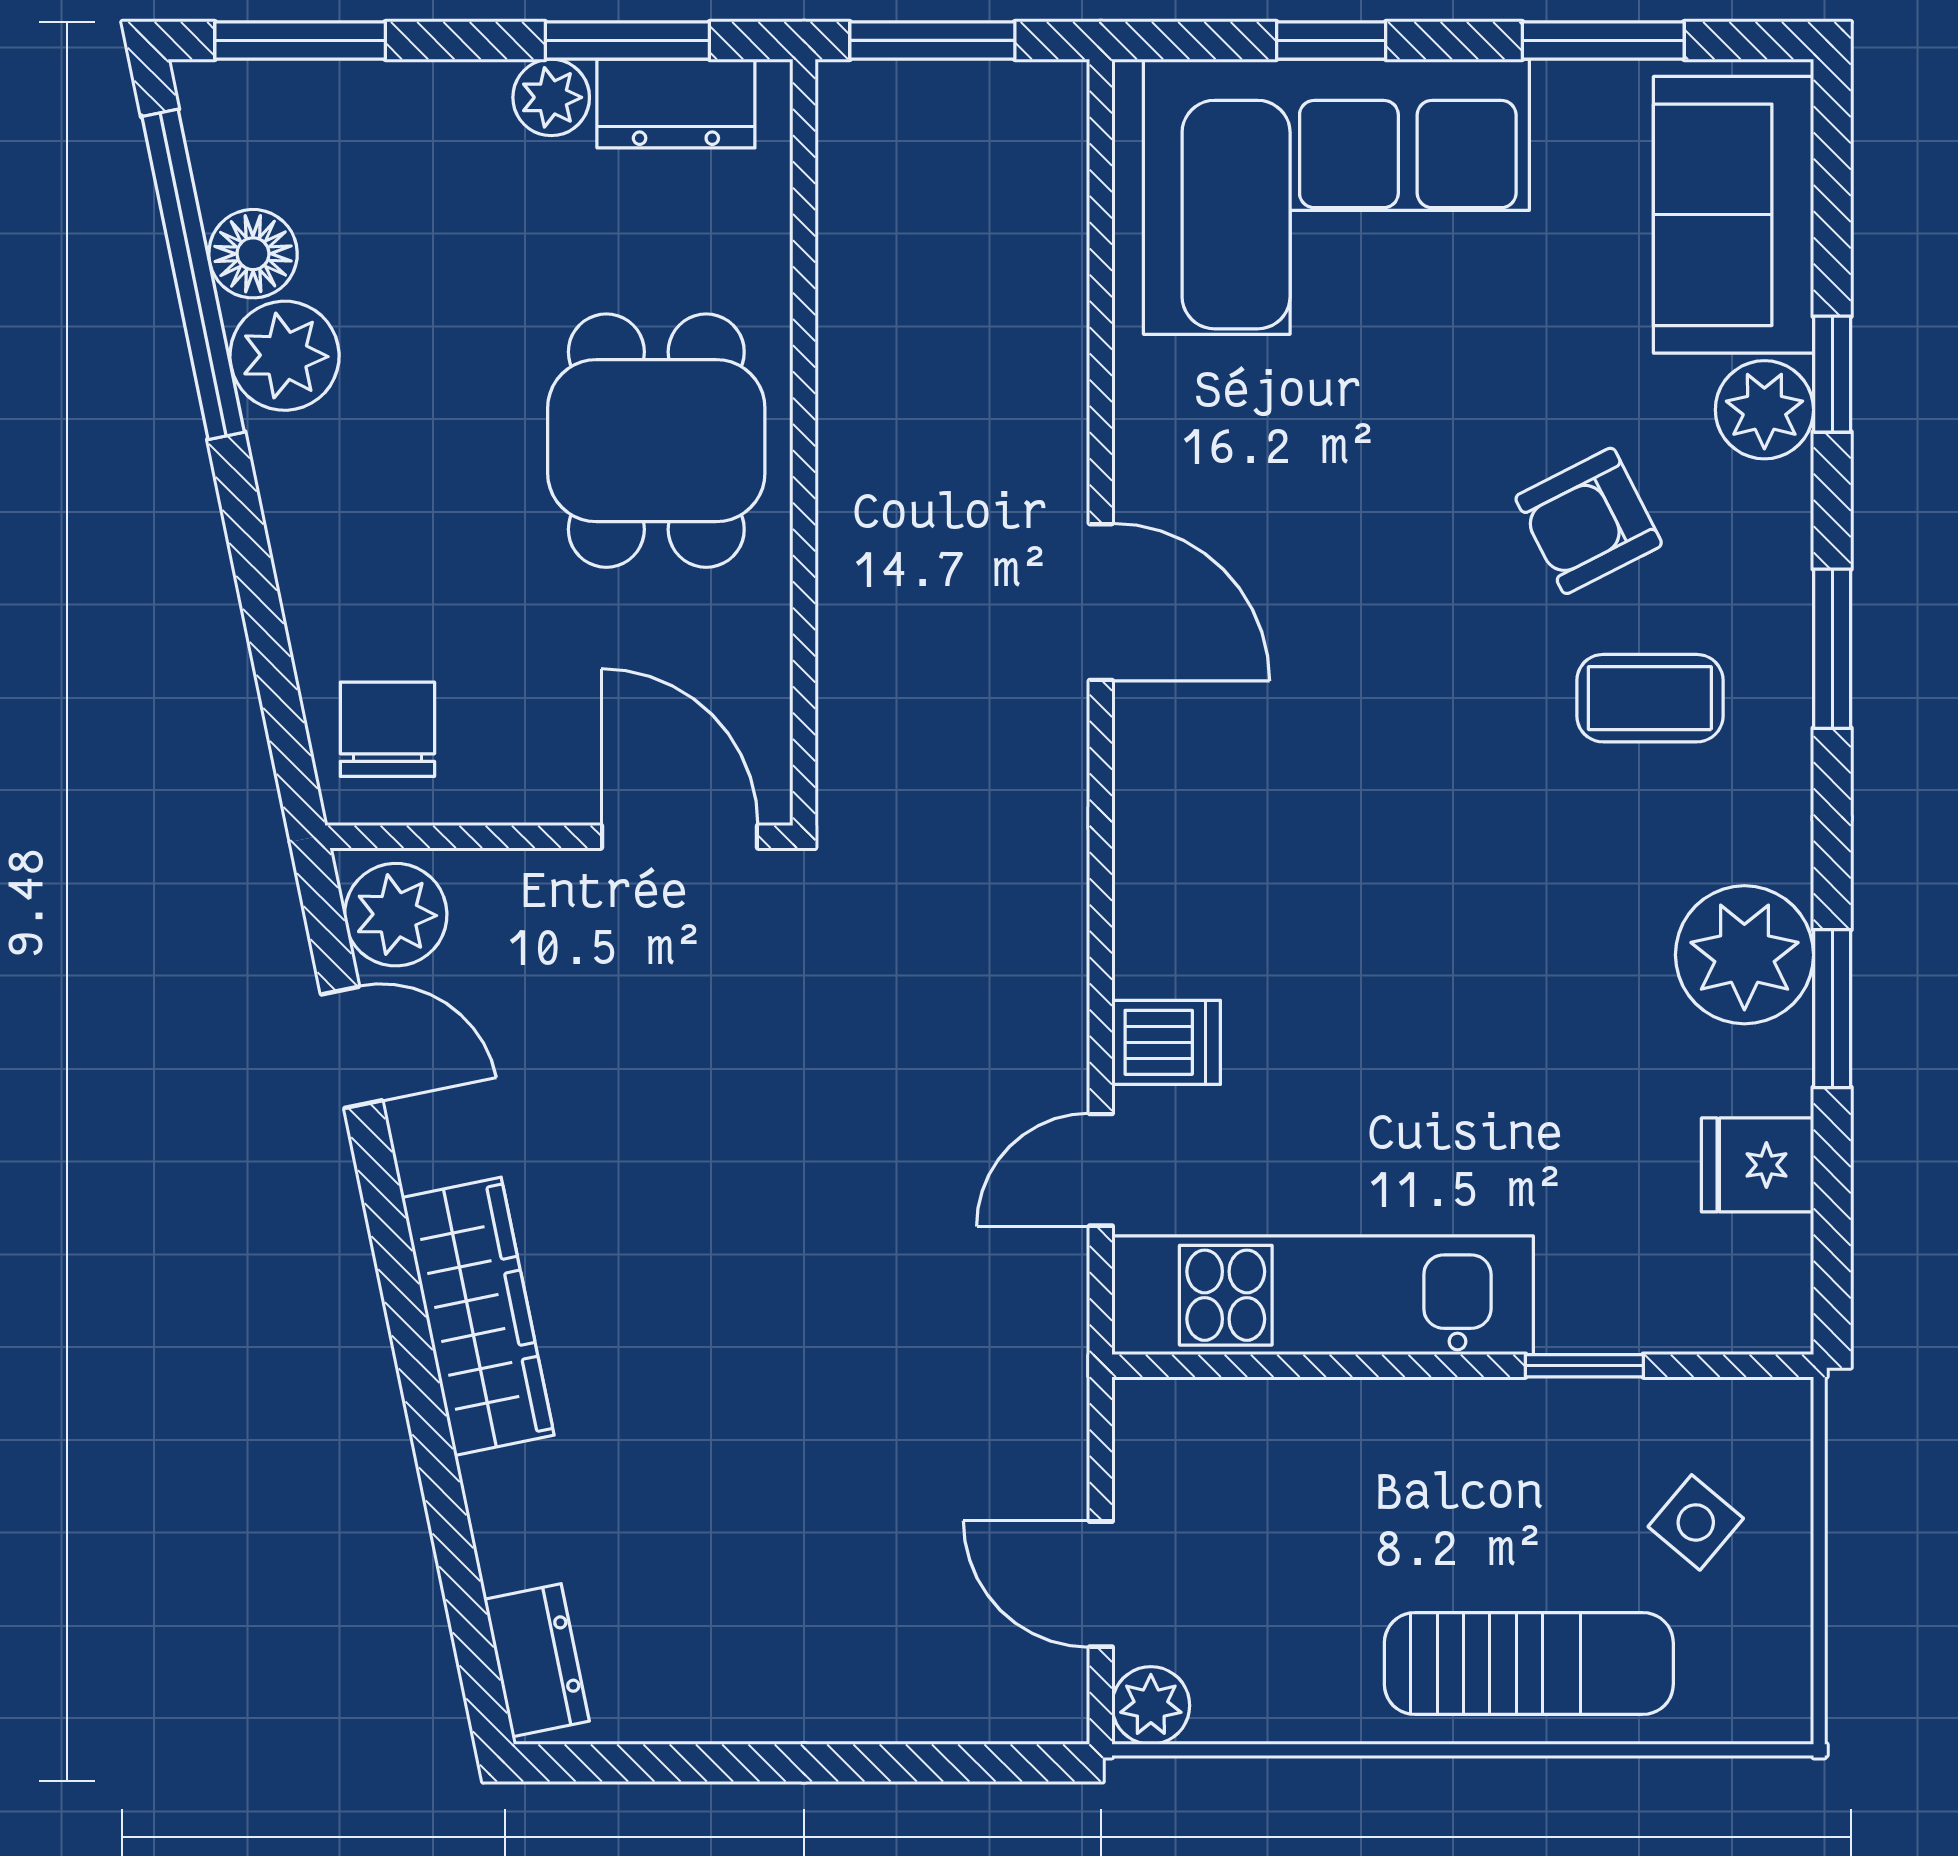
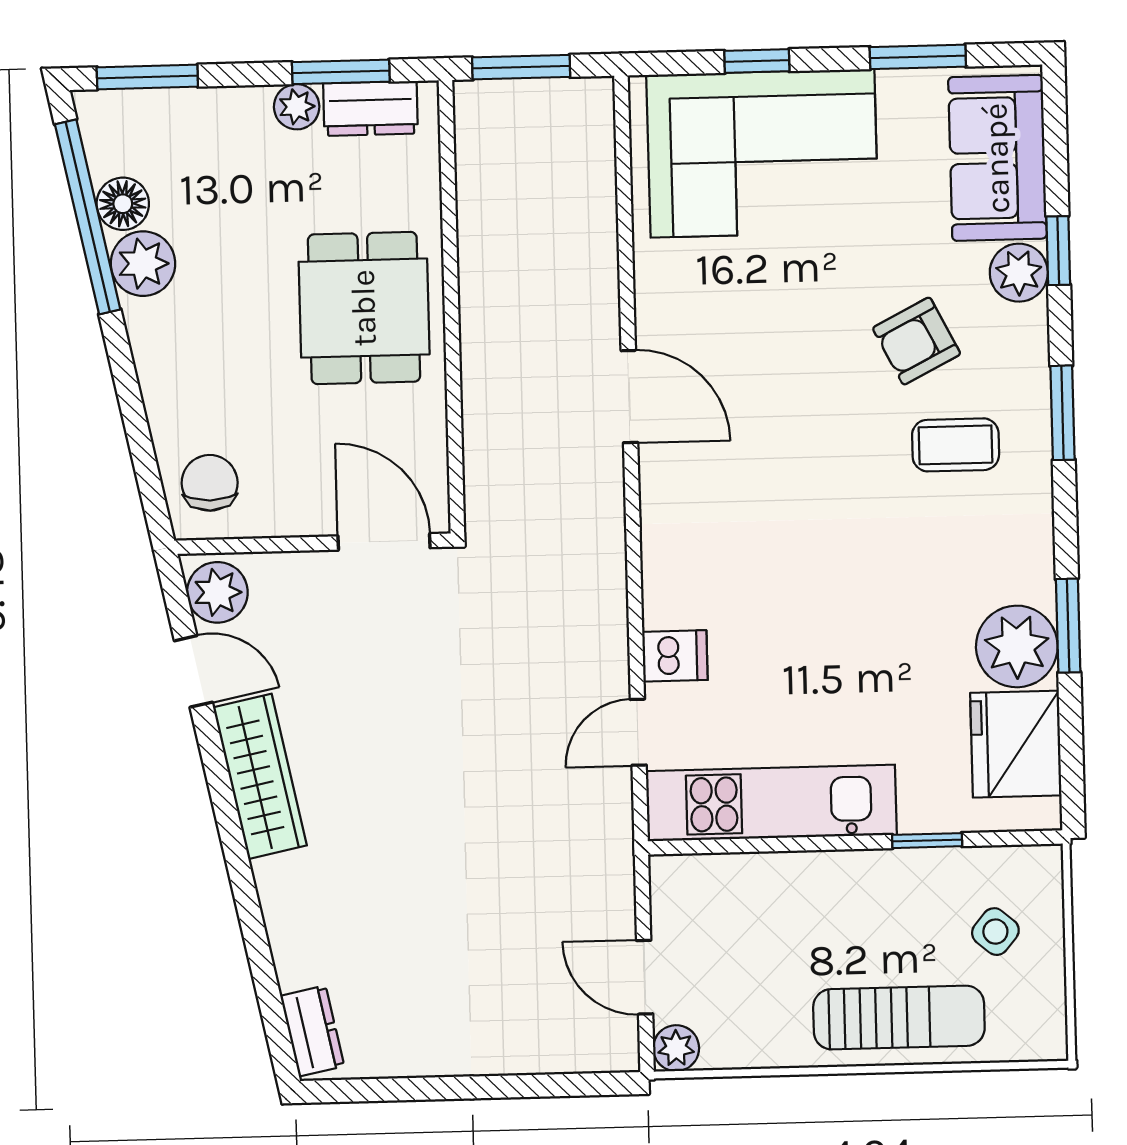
plant: (1744, 955) -> (1017, 646), moved
fridge: (1758, 1165) -> (1016, 744), width x1.88, depth x1.34
wardrobe: (478, 1316) -> (260, 776), moved

